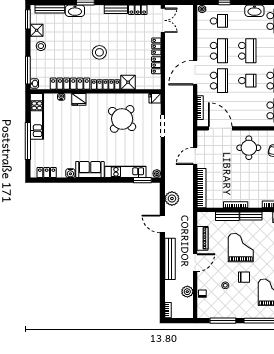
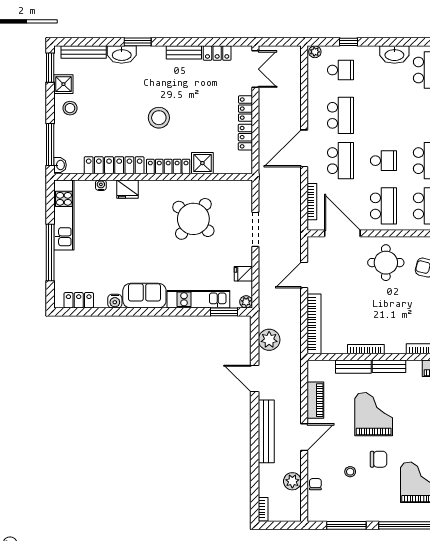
school desk: (247, 51) -> (383, 206), moved
fridge: (155, 98) -> (243, 274), moved

